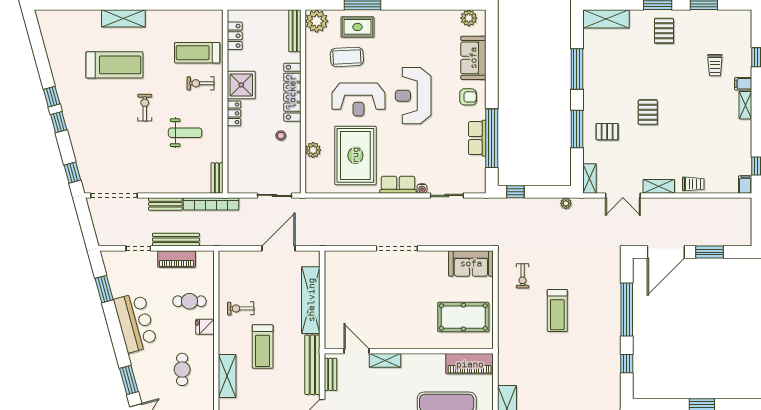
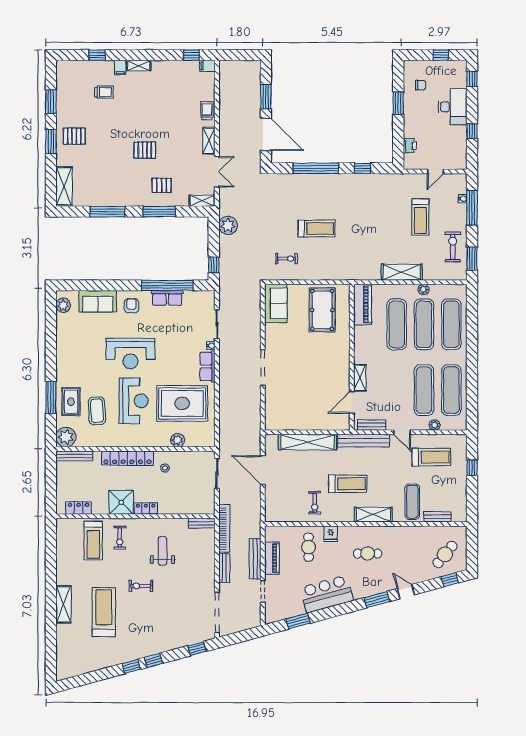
pallet: (607, 132) -> (162, 185), turned 90
plant: (566, 203) -> (228, 225), width x1.87, depth x1.87

